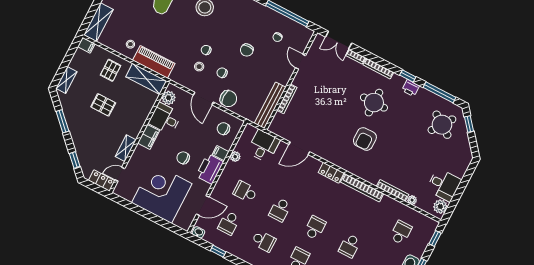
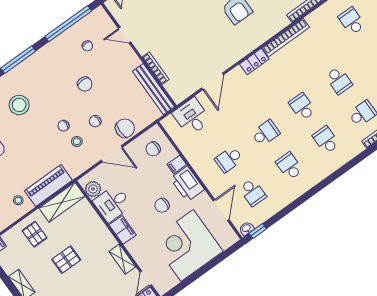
plant: (235, 157) -> (188, 151), removed
school desk: (280, 210) -> (266, 133), turned -90
school desk: (264, 241) -> (289, 166), turned -90
window: (218, 251) -> (258, 231), moved

